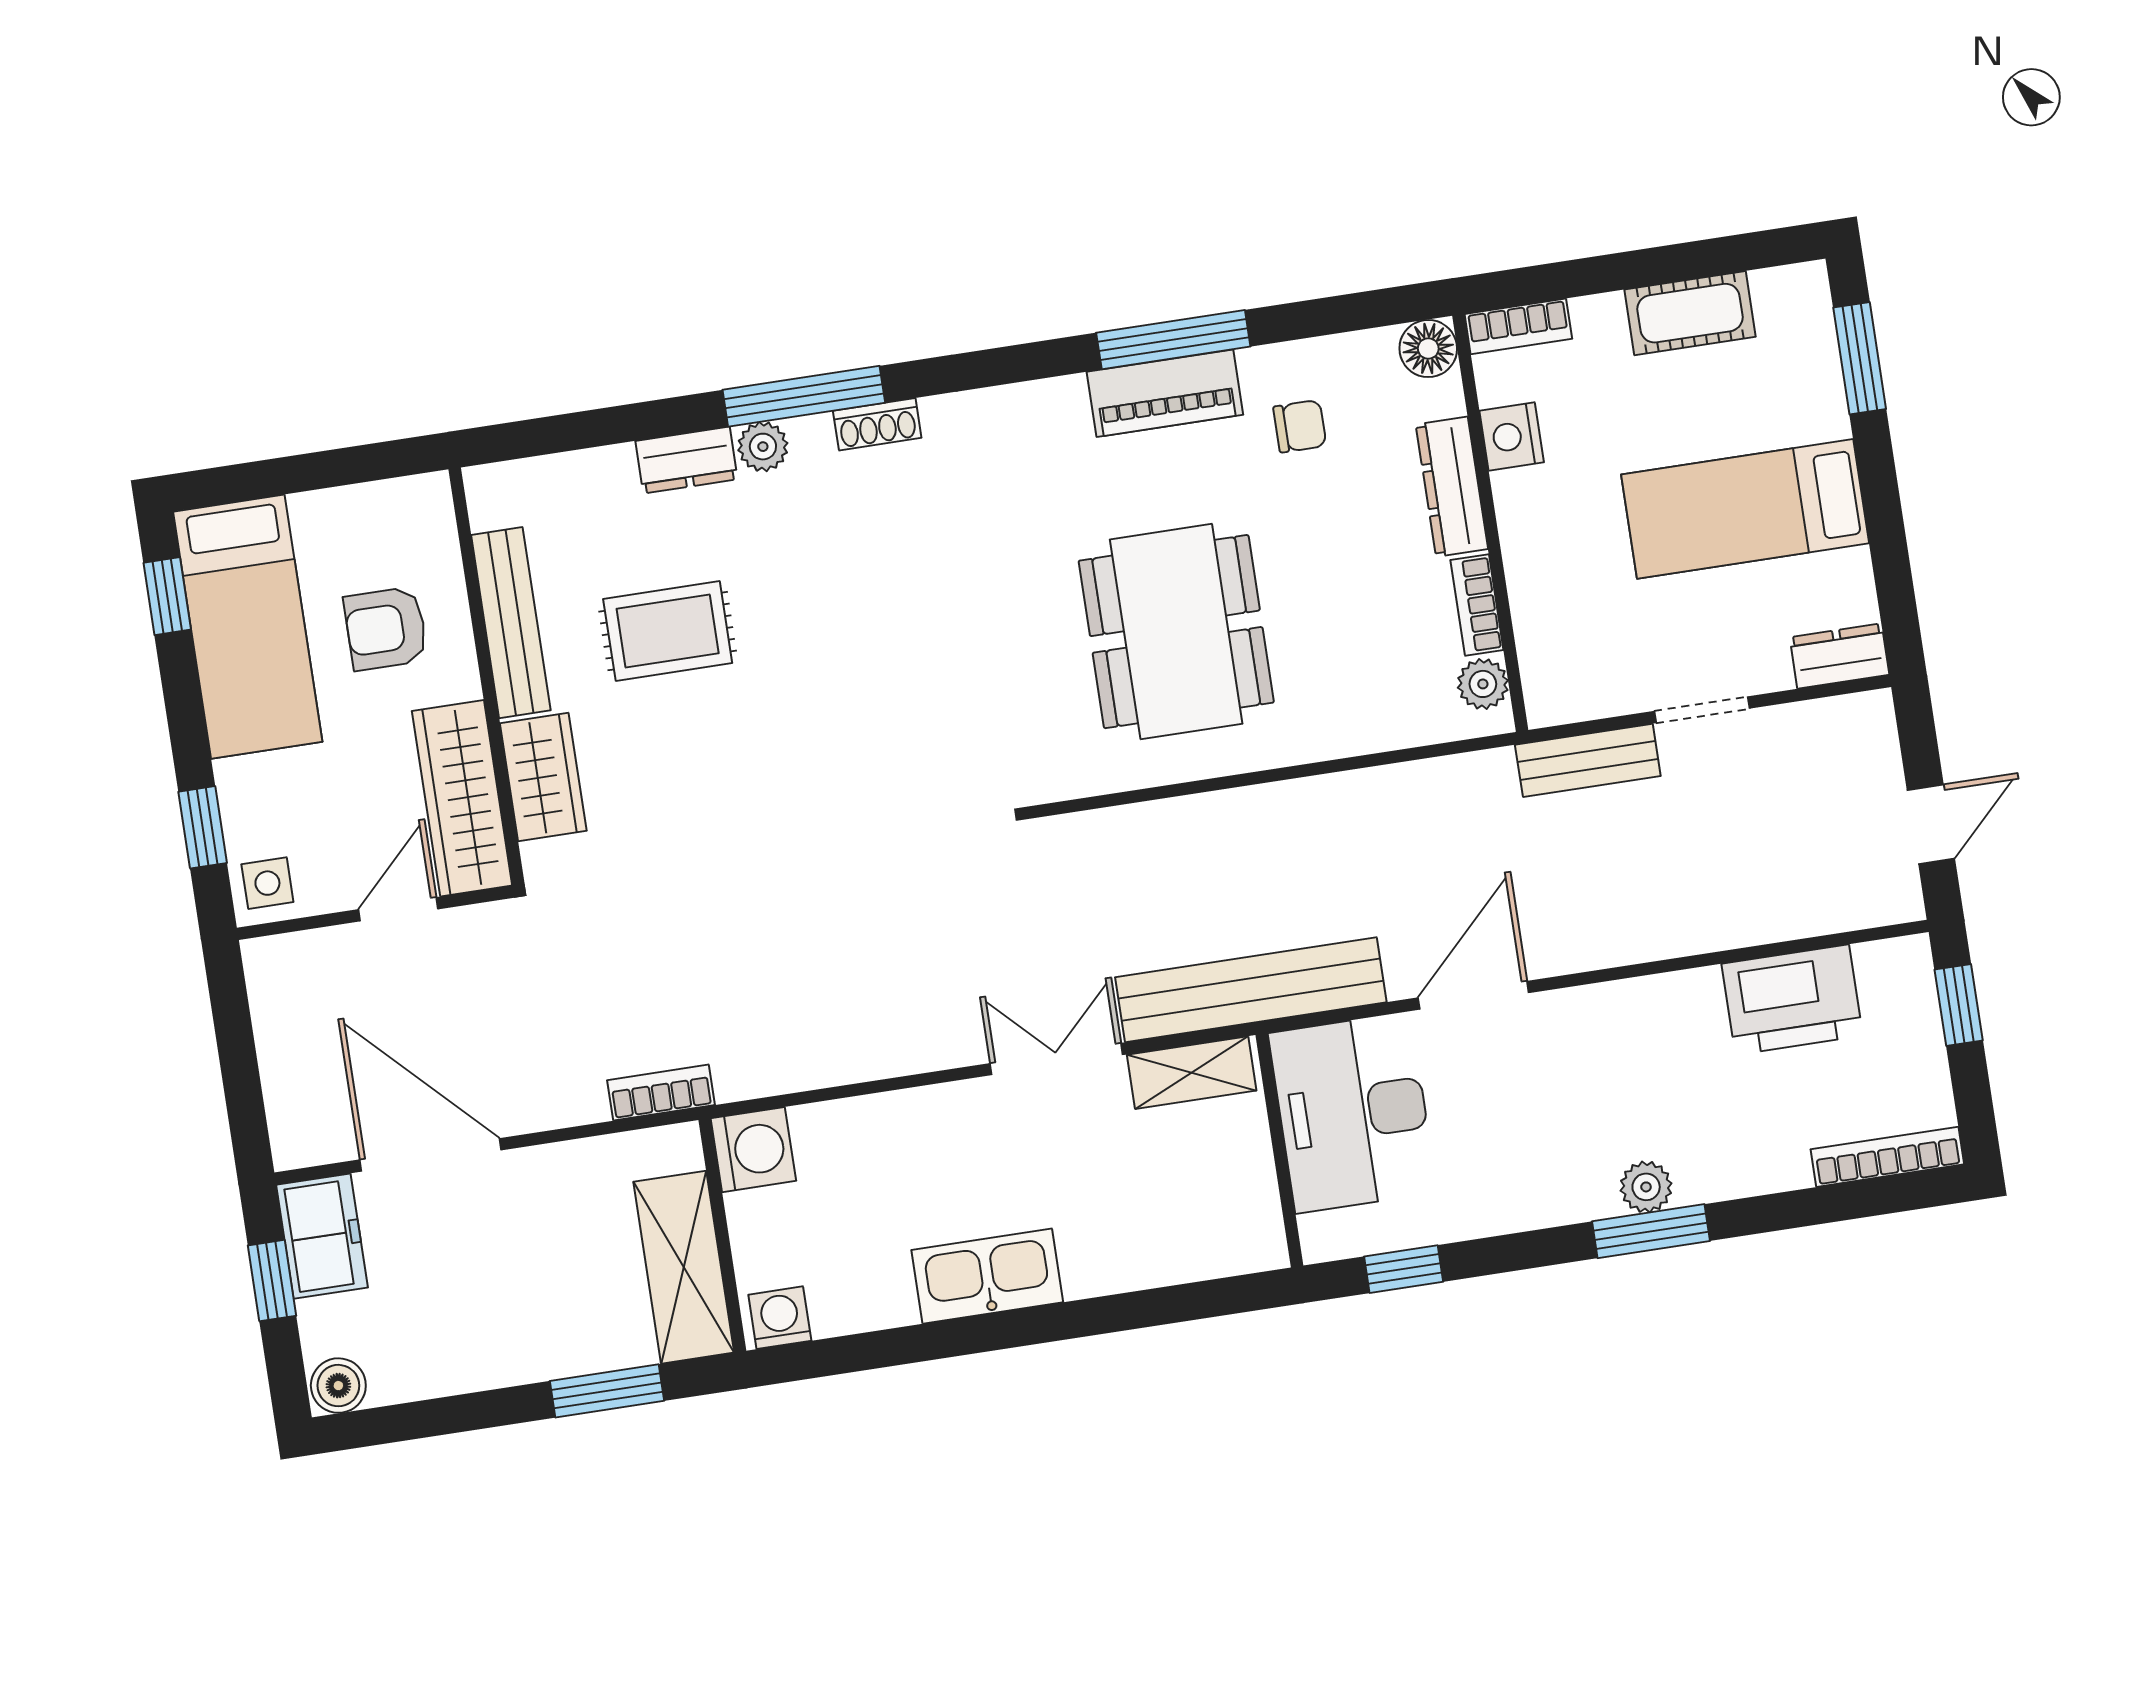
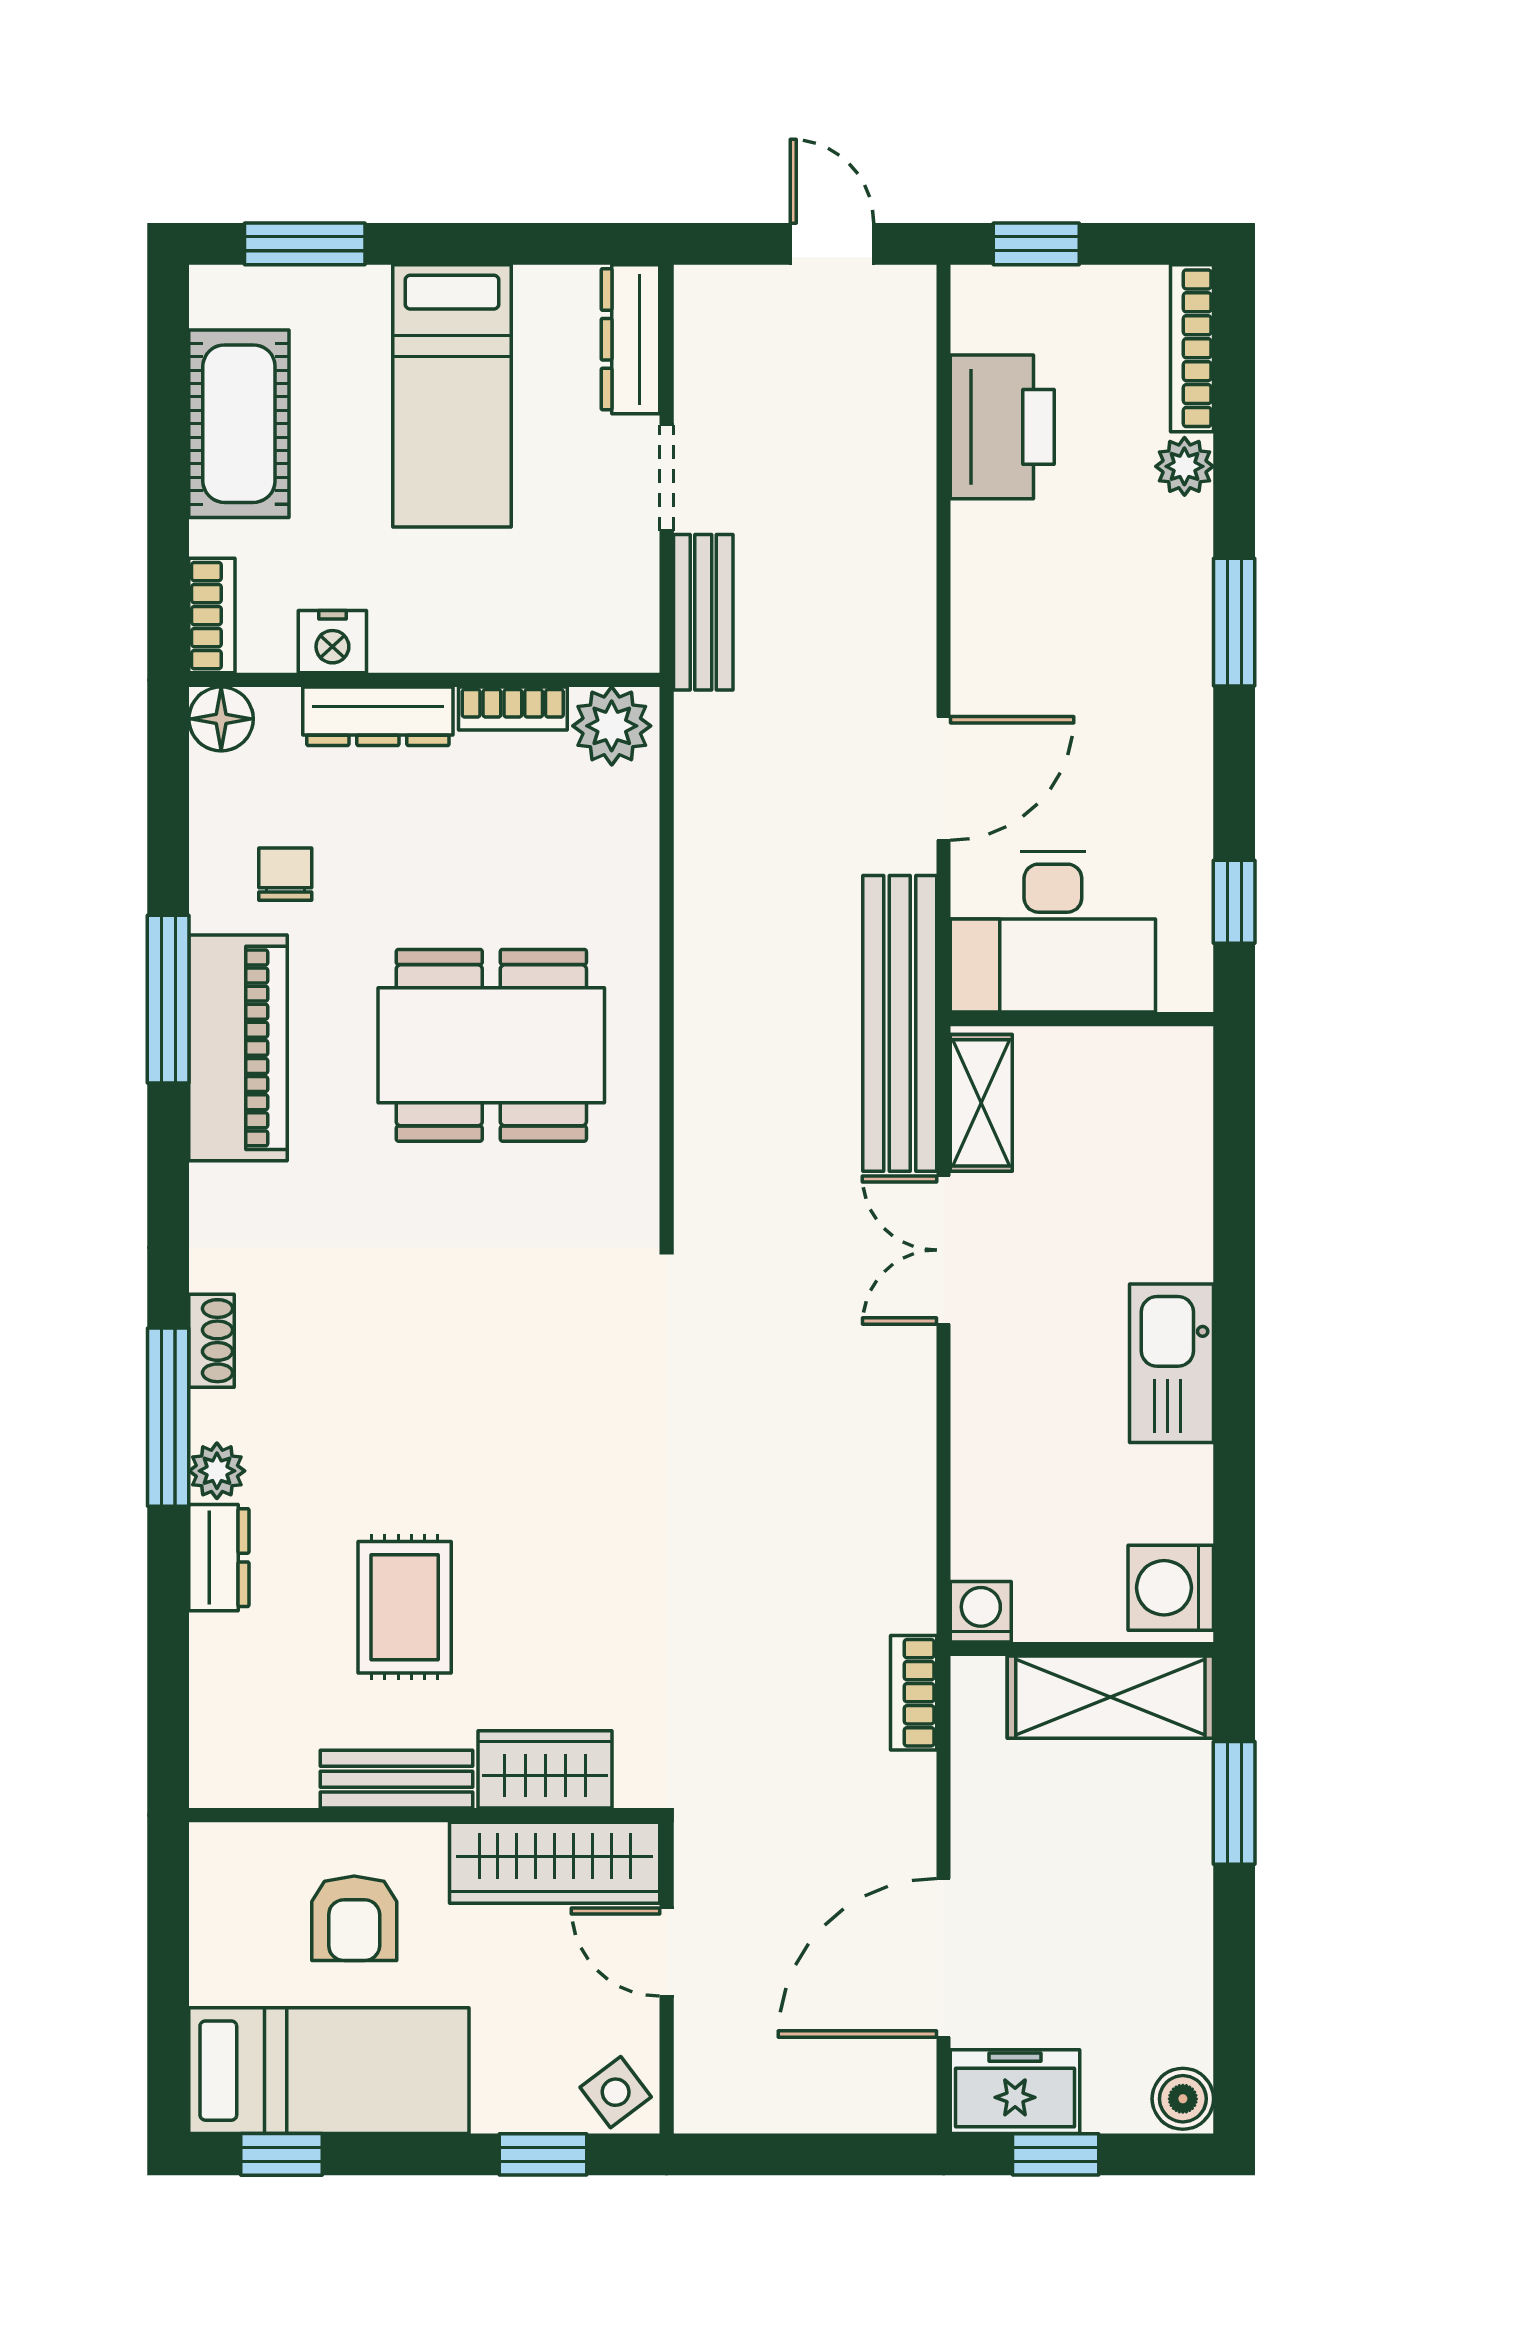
cot: (1690, 313) -> (239, 424), width x1.37, depth x1.34
piano: (1165, 393) -> (238, 1048), width x1.37, depth x1.33
bench: (511, 623) -> (397, 1779), width x0.73
dresser: (1839, 656) -> (630, 339), width x1.44
plant: (1483, 684) -> (612, 726), width x1.38, depth x1.38
side table: (267, 883) -> (616, 2092), turned -37
door: (1473, 995) -> (943, 778), swing flipped
washing machine: (753, 1150) -> (981, 1612), width x0.73, depth x0.73
plant: (1646, 1187) -> (1184, 466), moved
washing machine: (780, 1318) -> (1171, 1588), width x1.38, depth x1.38

